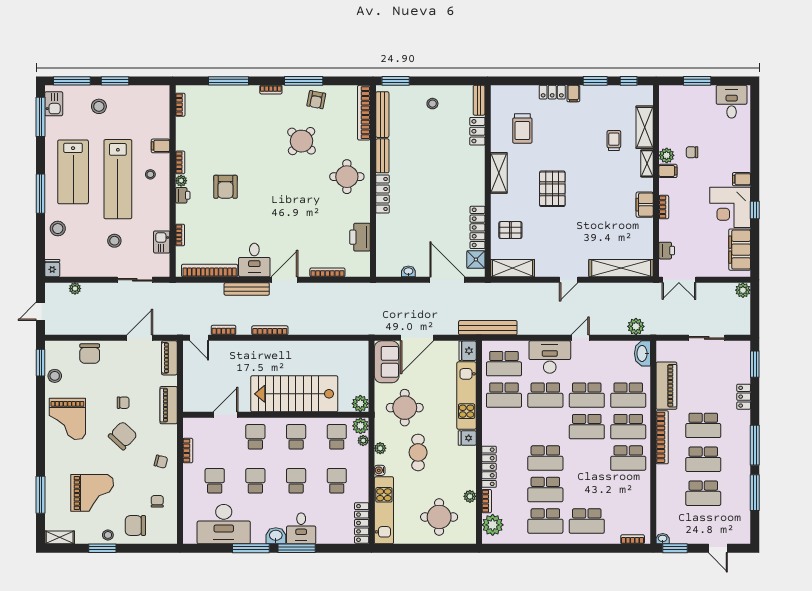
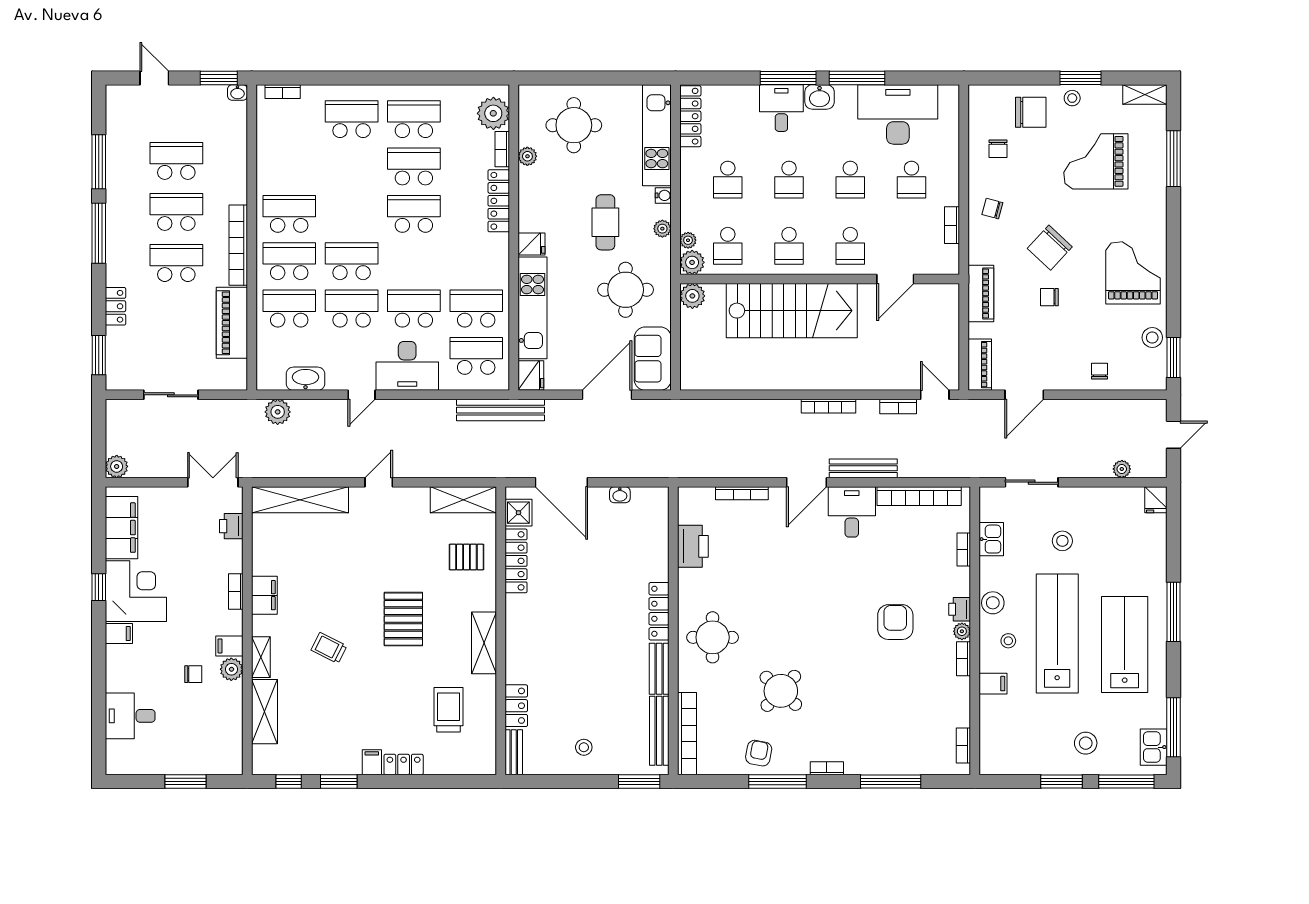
desk: (732, 102) -> (130, 716), moved, turned 90
trolley: (614, 141) -> (329, 648), moved, turned 117
stool: (58, 229) -> (993, 603), moved
washbasin: (642, 353) -> (306, 379), moved, turned -90
chair: (90, 354) -> (1100, 371), width x0.54, depth x0.54

